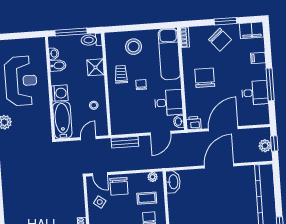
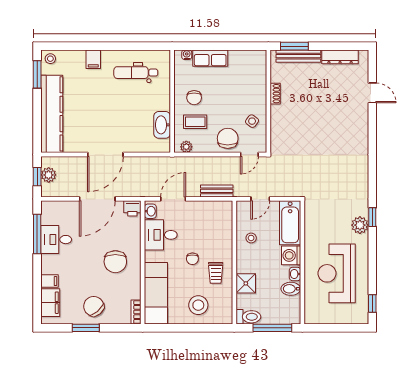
filing cabinet: (252, 30) -> (50, 303), moved, turned 90
washbasin: (54, 54) -> (295, 274), moved
window: (270, 84) -> (37, 234), moved
door: (100, 174) -> (249, 154), swing flipped
washbasin: (173, 182) -> (162, 125), moved

